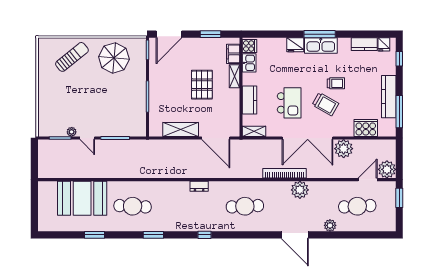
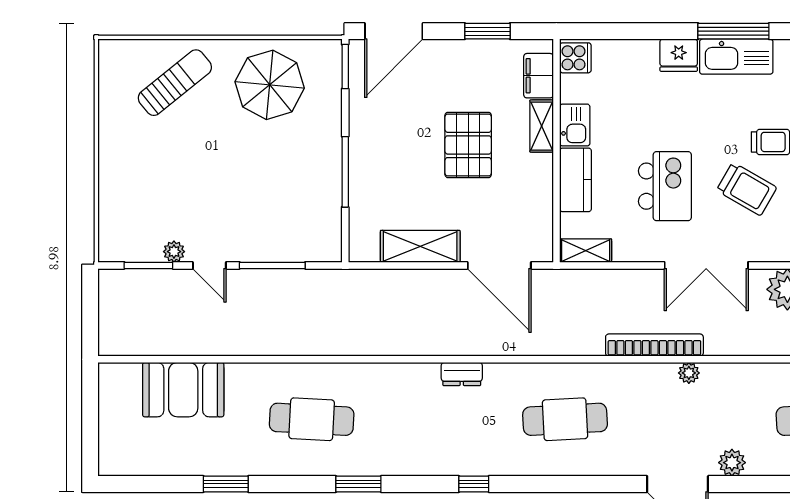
kitchen sink: (249, 63) -> (575, 125), moved
double door: (308, 138) -> (706, 265), width x0.73
plant: (300, 190) -> (689, 373), width x0.53, depth x0.53
booth: (82, 198) -> (183, 390), width x0.73, depth x0.70
plant: (330, 225) -> (732, 463), moved

